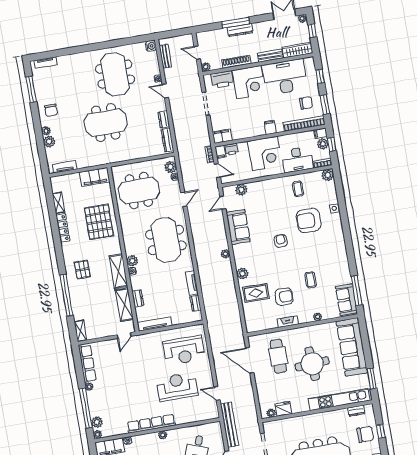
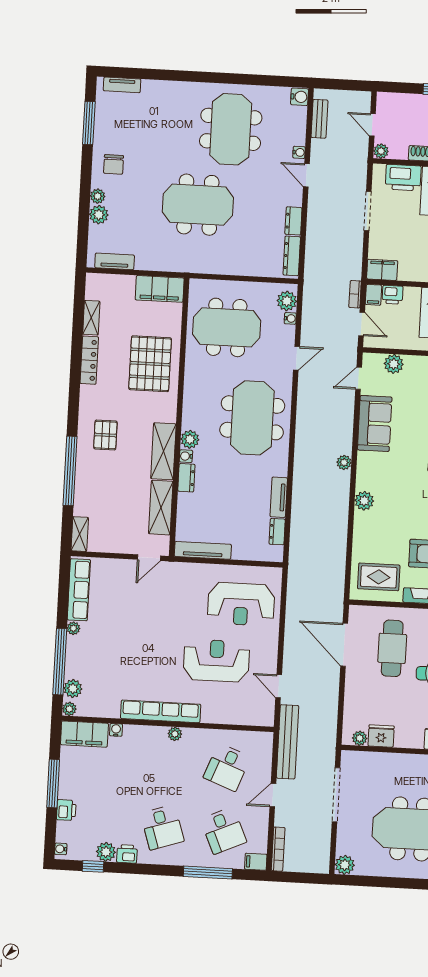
rug: (256, 293) -> (379, 577), moved
dresser: (138, 298) -> (186, 478), moved

